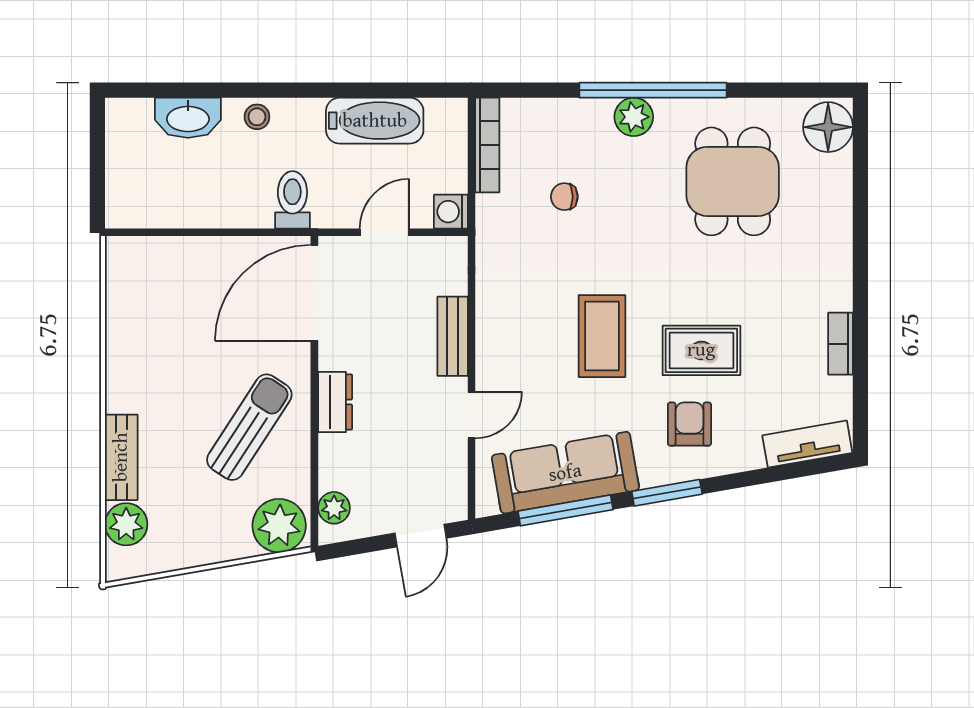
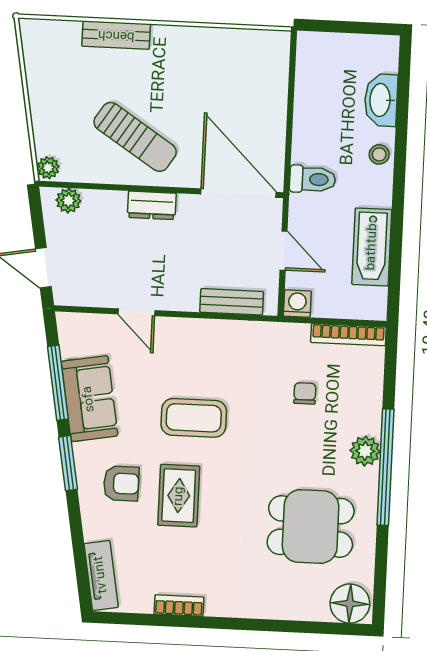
bench: (453, 336) -> (232, 302), moved
sofa: (565, 473) -> (89, 399), width x0.73
plant: (126, 524) -> (63, 36), removed
plant: (279, 526) -> (48, 168), width x0.53, depth x0.53

